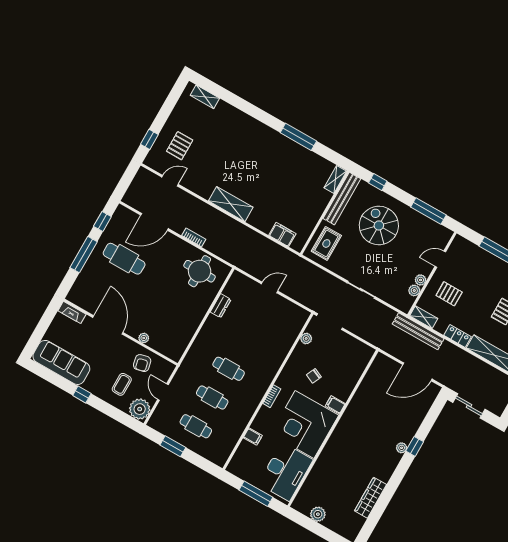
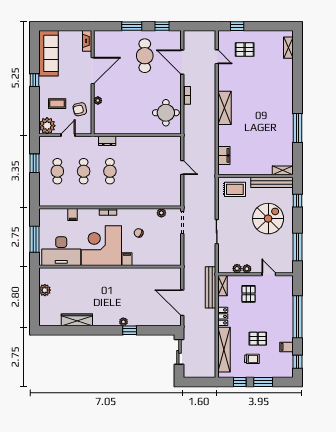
window: (84, 255) -> (132, 26), width x0.69
dresser: (221, 306) -> (107, 141), moved

